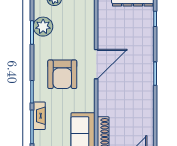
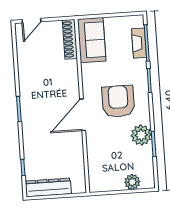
plant: (43, 27) -> (141, 135), moved
fireplace: (39, 116) -> (139, 43), moved

